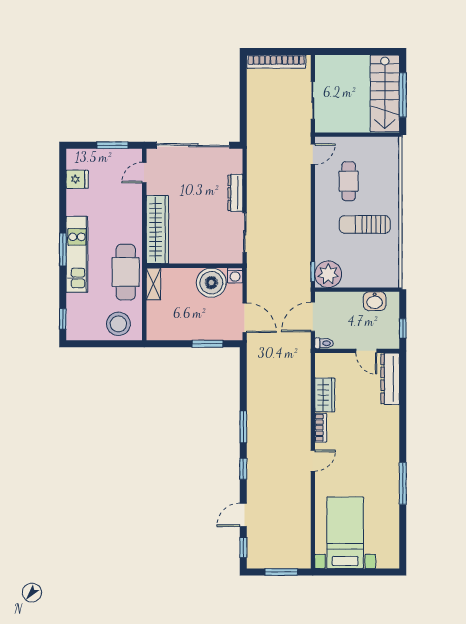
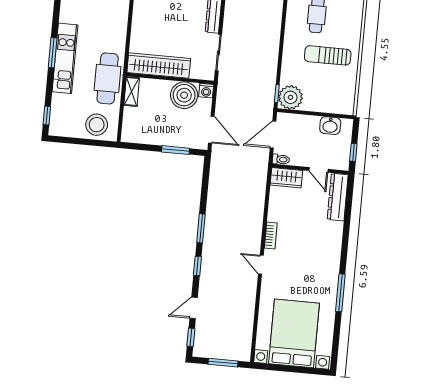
wardrobe: (157, 230) -> (159, 65), moved, turned -90
wardrobe: (325, 395) -> (286, 178), moved, turned 90
door: (313, 461) -> (261, 265), swing flipped
bed with nightstands: (345, 533) -> (294, 333), width x1.36

